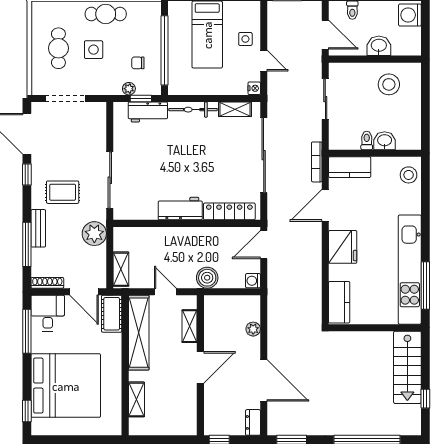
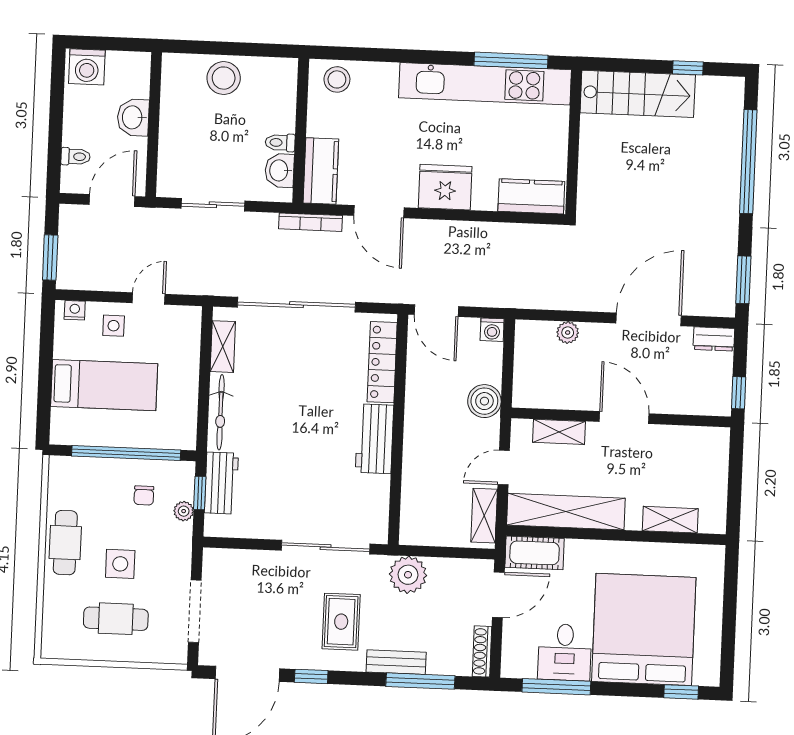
stool: (389, 84) -> (224, 78), moved
nightstand: (254, 88) -> (75, 310), moved
washbasin: (385, 141) -> (280, 170), moved
shelving: (121, 269) -> (484, 516), moved, turned 90
desk: (48, 313) -> (565, 652), moved, turned -90

